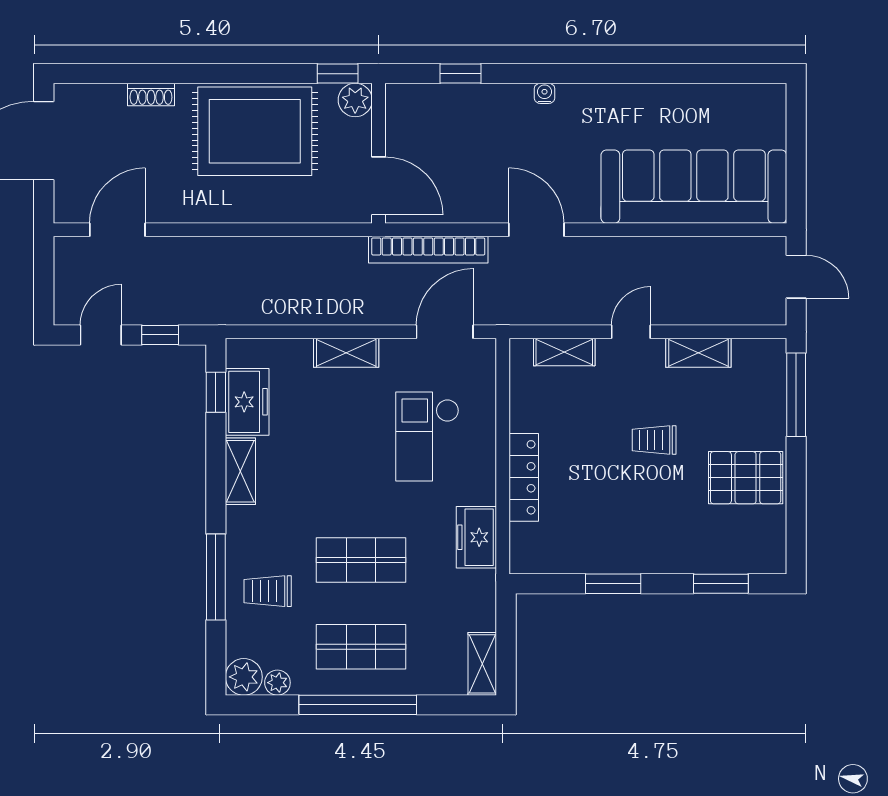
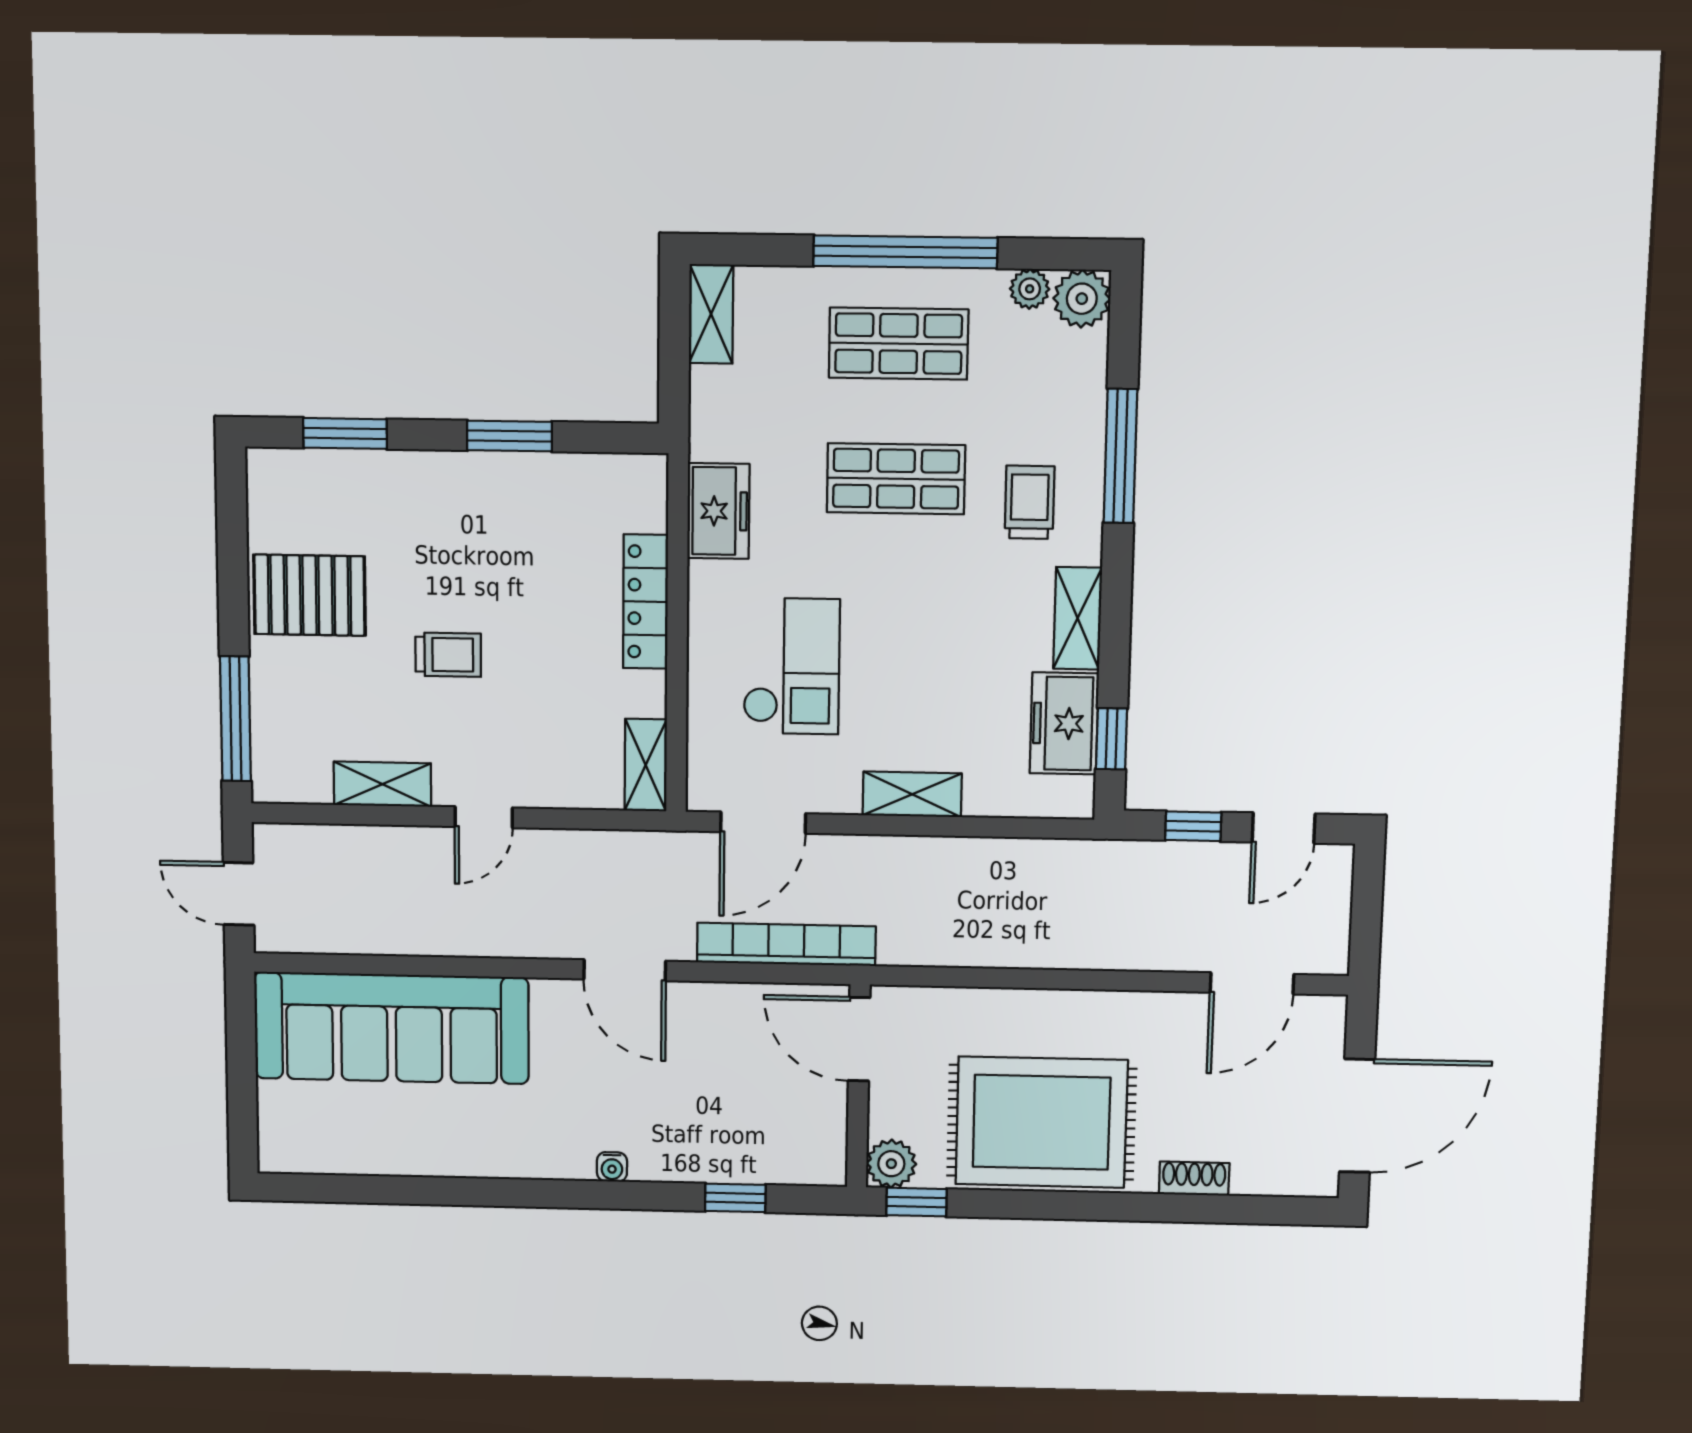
shelving: (564, 352) -> (646, 765), moved, turned 90
trolley: (268, 591) -> (1030, 502), moved, turned -90

